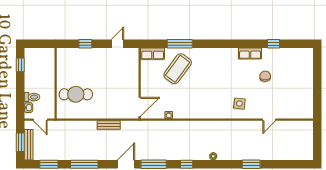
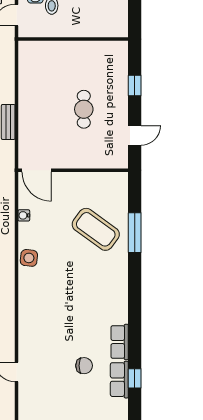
door: (117, 44) -> (135, 135), hinge flipped
row of seats: (153, 54) -> (119, 380), moved
cafe table: (76, 94) -> (84, 109), moved, width x0.73, depth x0.74
side table: (239, 104) -> (29, 258), moved

